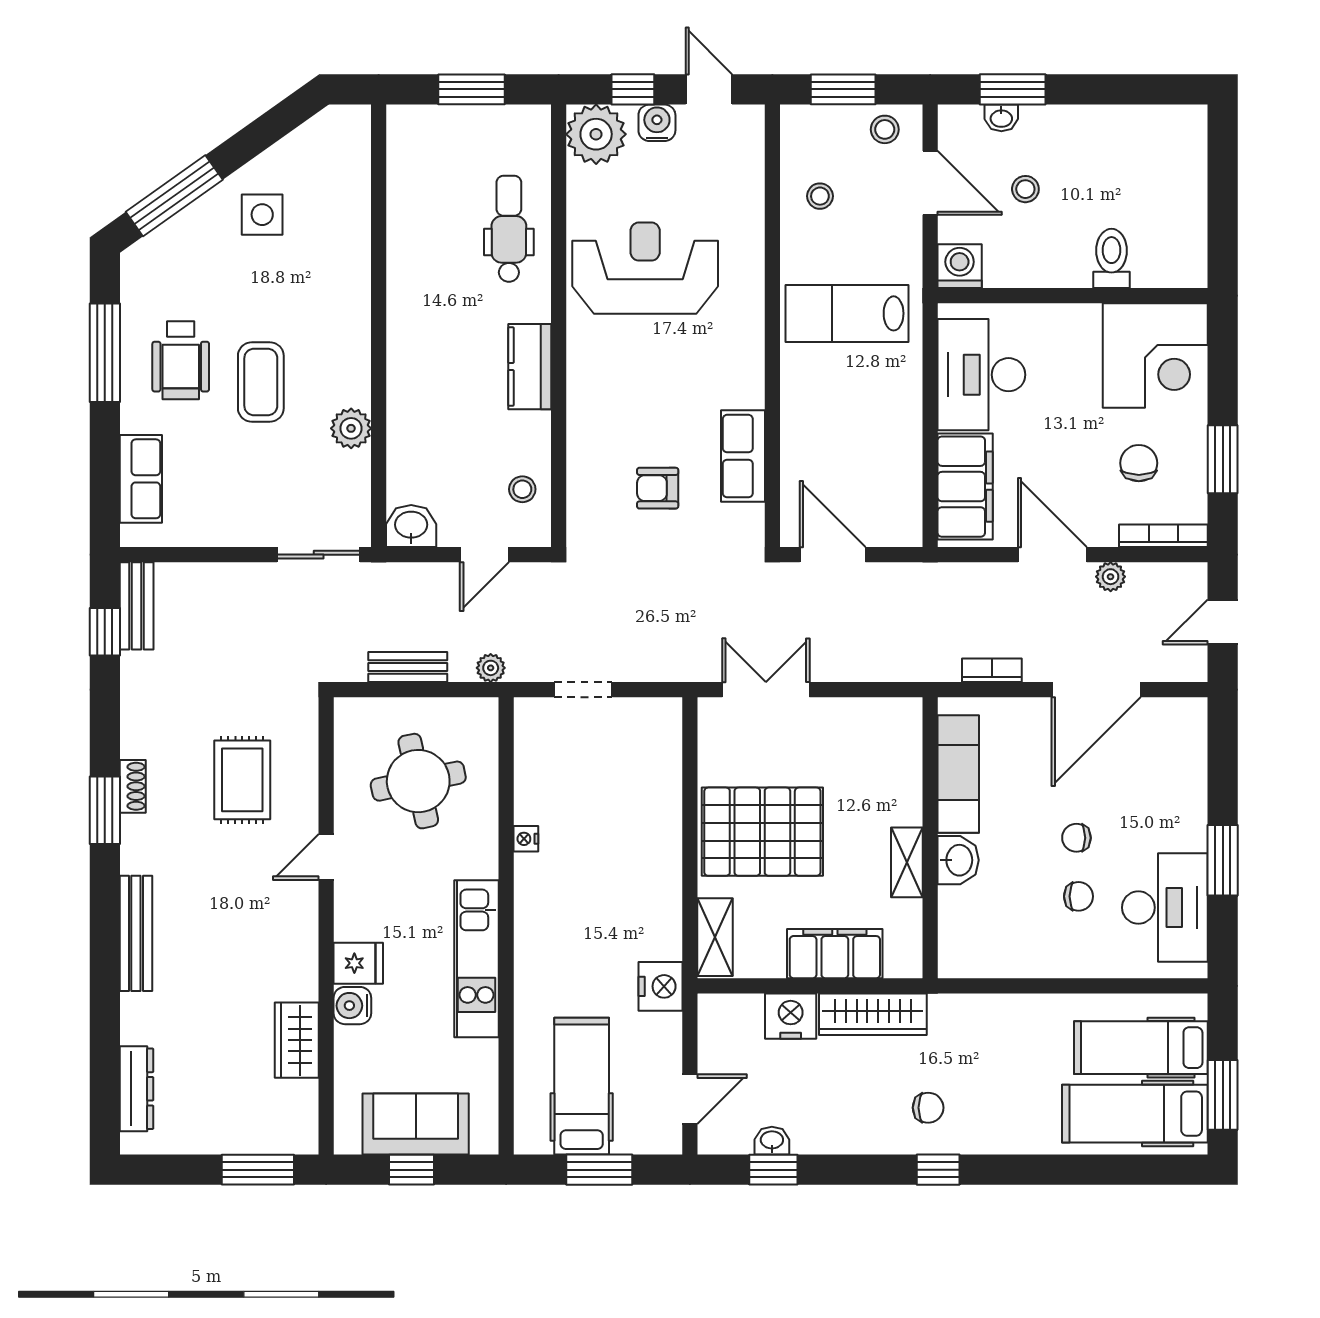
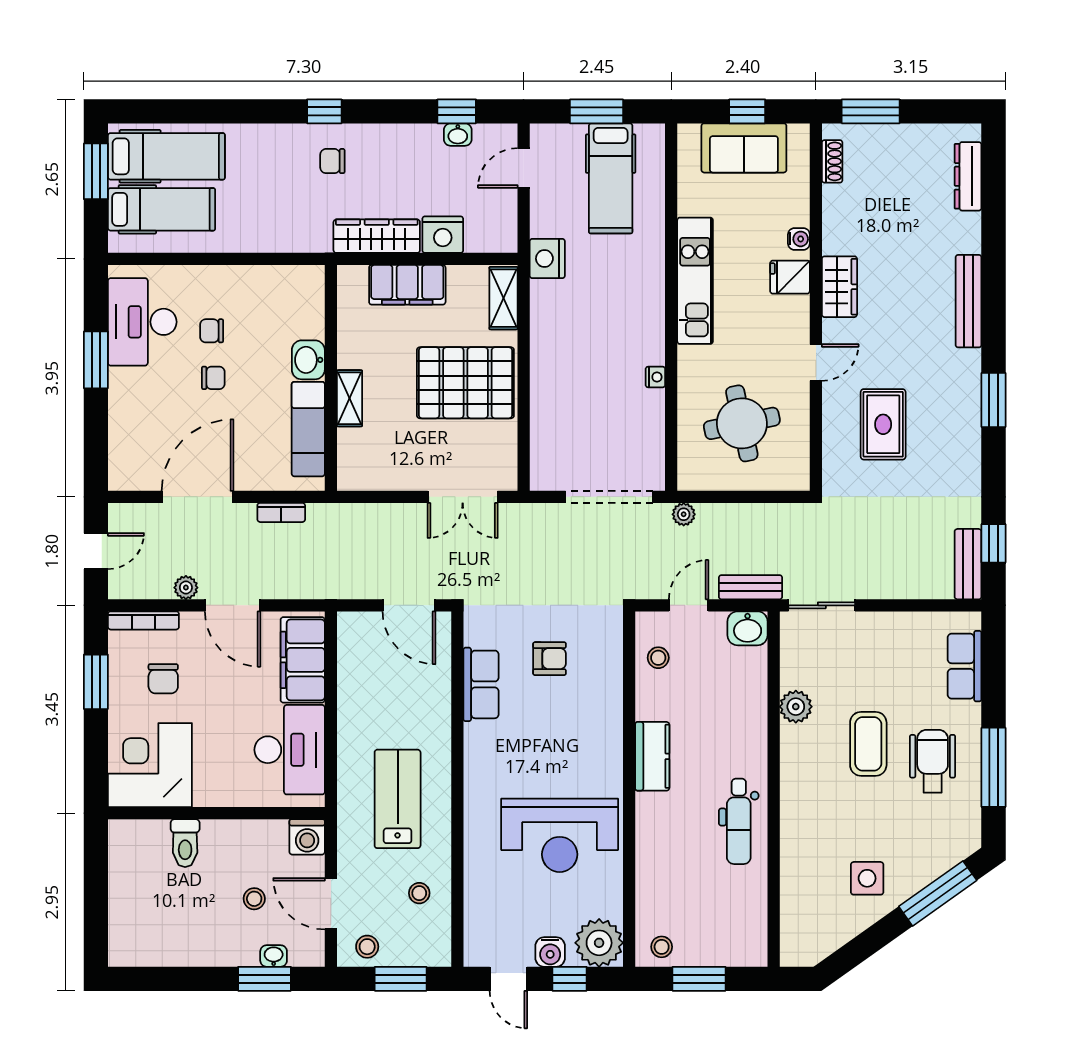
stool: (518, 129) -> (662, 947), added
dental chair: (509, 229) -> (739, 821), moved
lab bench: (847, 313) -> (398, 799), turned -90
bench: (408, 667) -> (750, 587), moved
doorway: (583, 690) -> (609, 497), width x1.88
shoe rack: (133, 786) -> (832, 161), moved, turned 180
shelving: (907, 862) -> (349, 398), moved
water cooler: (352, 1006) -> (799, 239), width x0.72, depth x0.72
wardrobe: (297, 1040) -> (839, 287), moved

